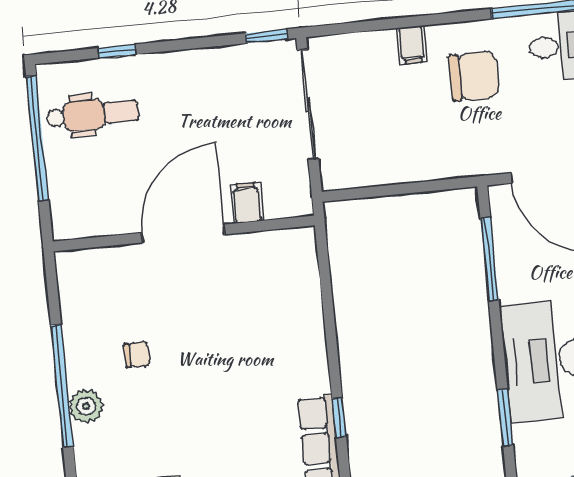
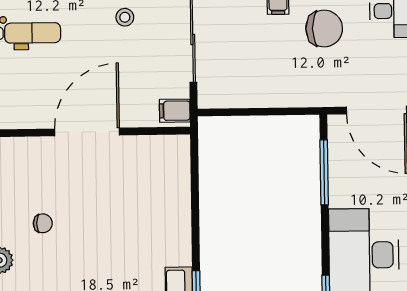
stool: (219, 83) -> (125, 17), added
filing cabinet: (247, 203) -> (175, 111), moved, turned -90

